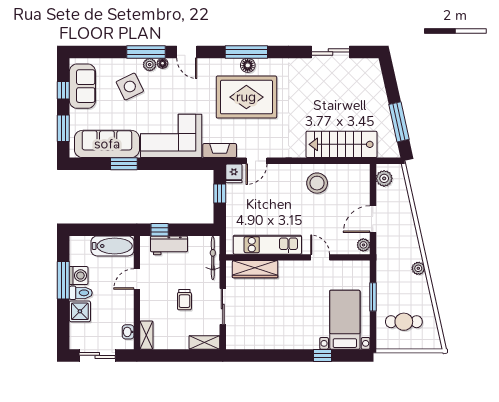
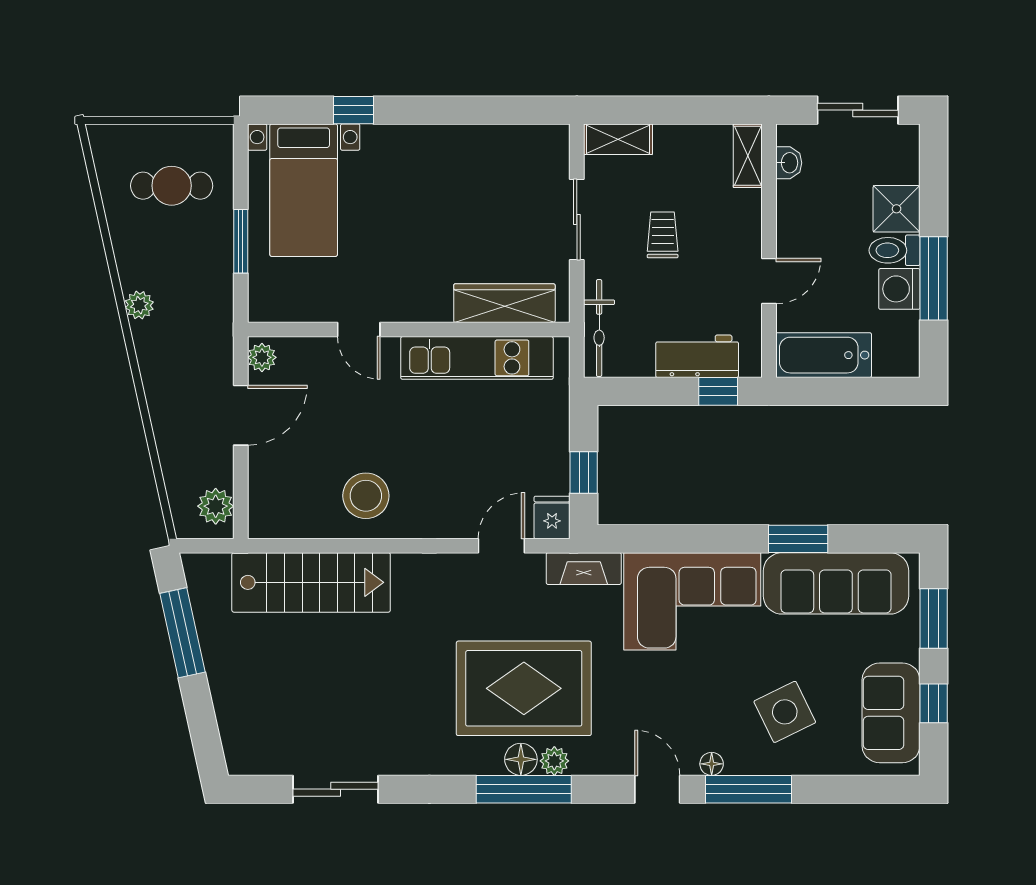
plant: (150, 65) -> (554, 761), moved

